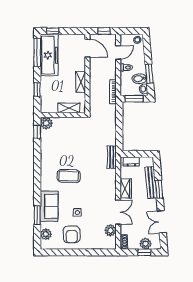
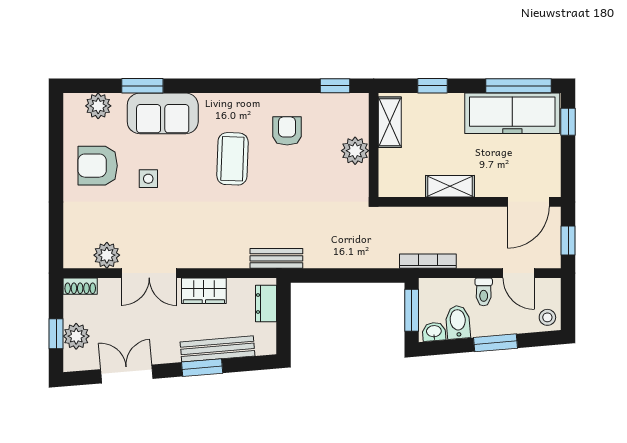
window: (149, 74) -> (496, 343), moved
shelving: (69, 108) -> (390, 122), moved
plant: (46, 123) -> (355, 151), moved
armchair: (57, 153) -> (287, 131), added

